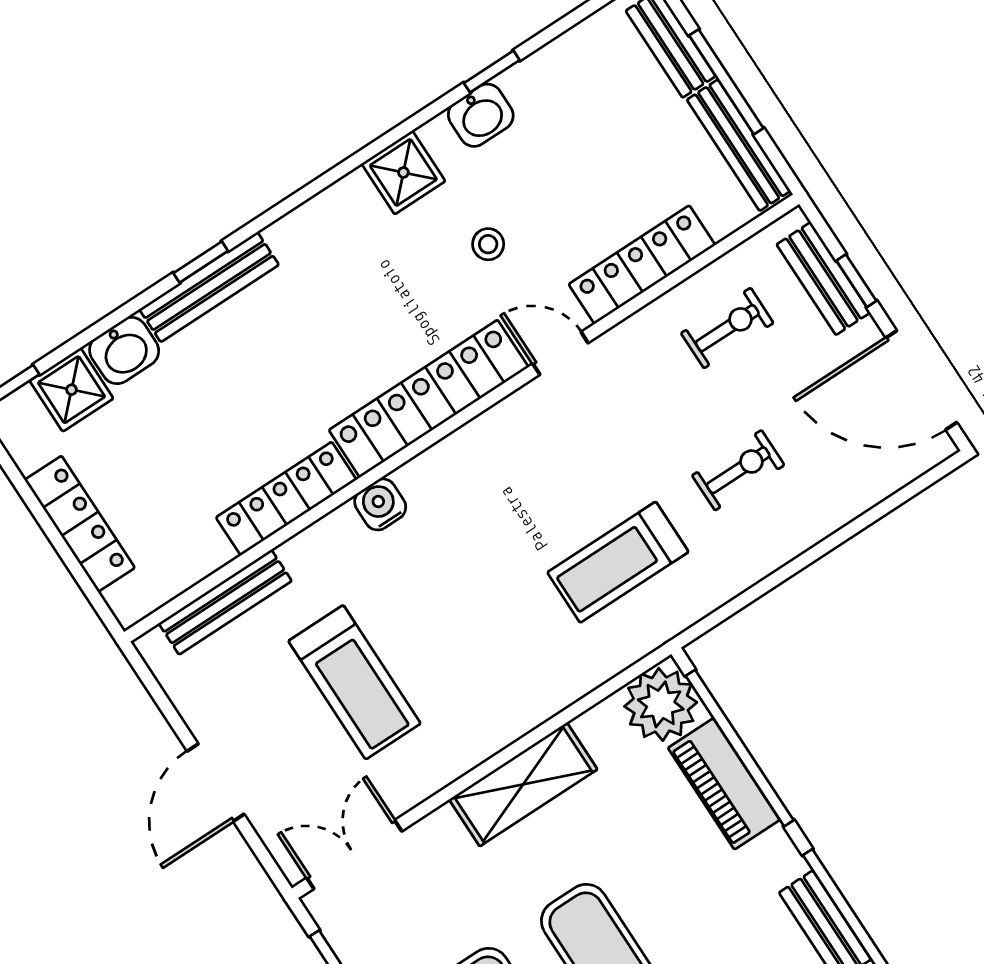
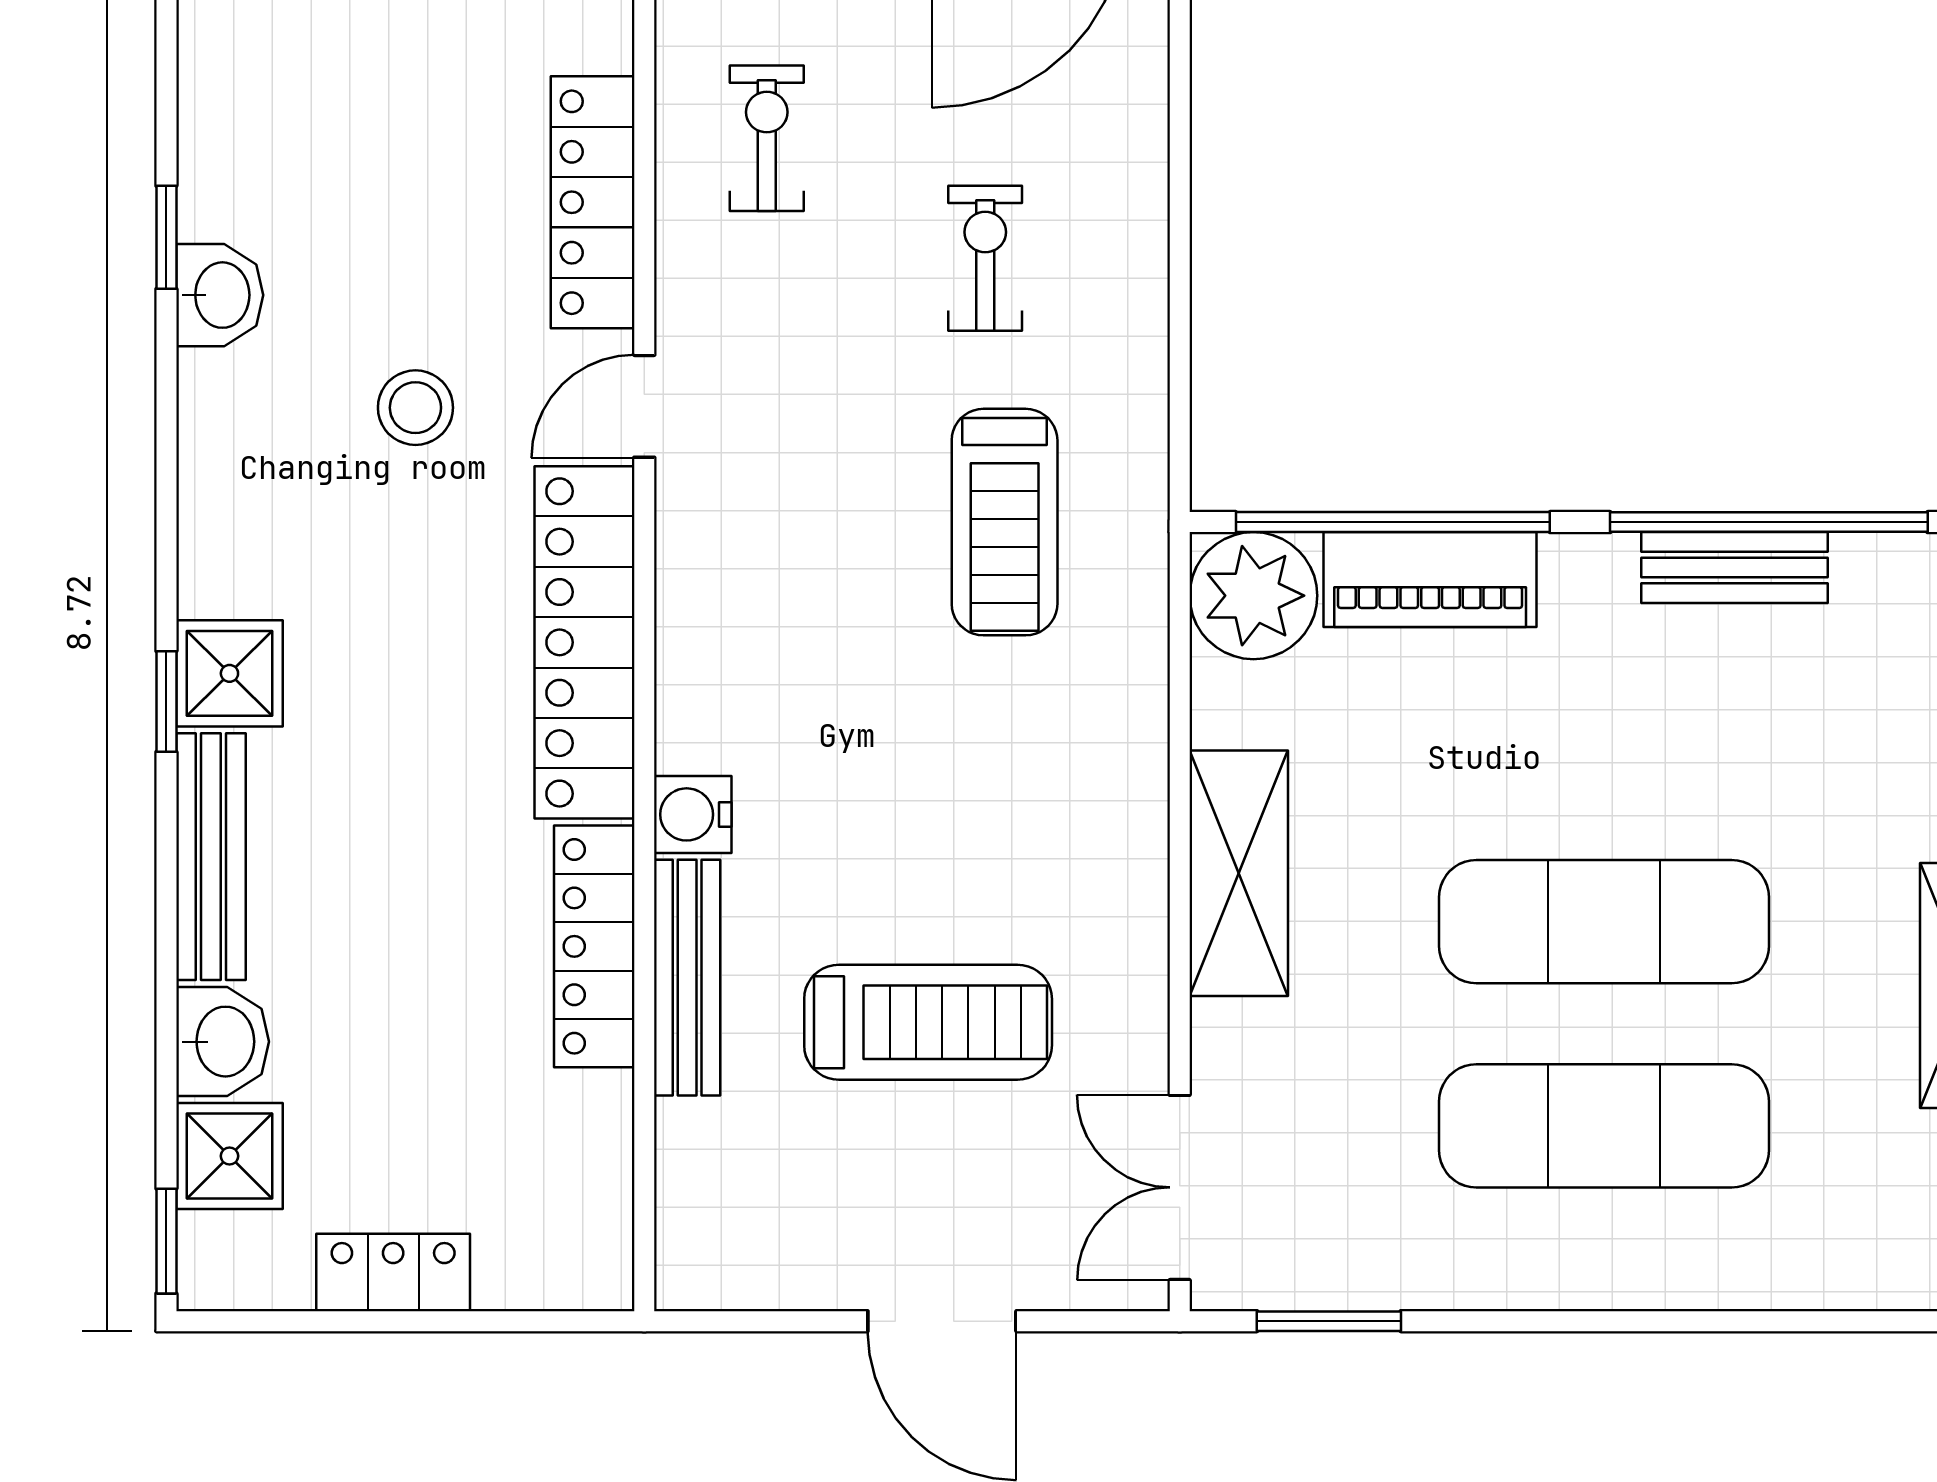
shower: (403, 172) -> (229, 673), moved
stool: (488, 244) -> (415, 408), width x1.37, depth x1.37
window: (201, 262) -> (166, 702), moved
locker: (80, 524) -> (393, 1272), width x0.66
bench: (225, 602) -> (687, 978), moved

